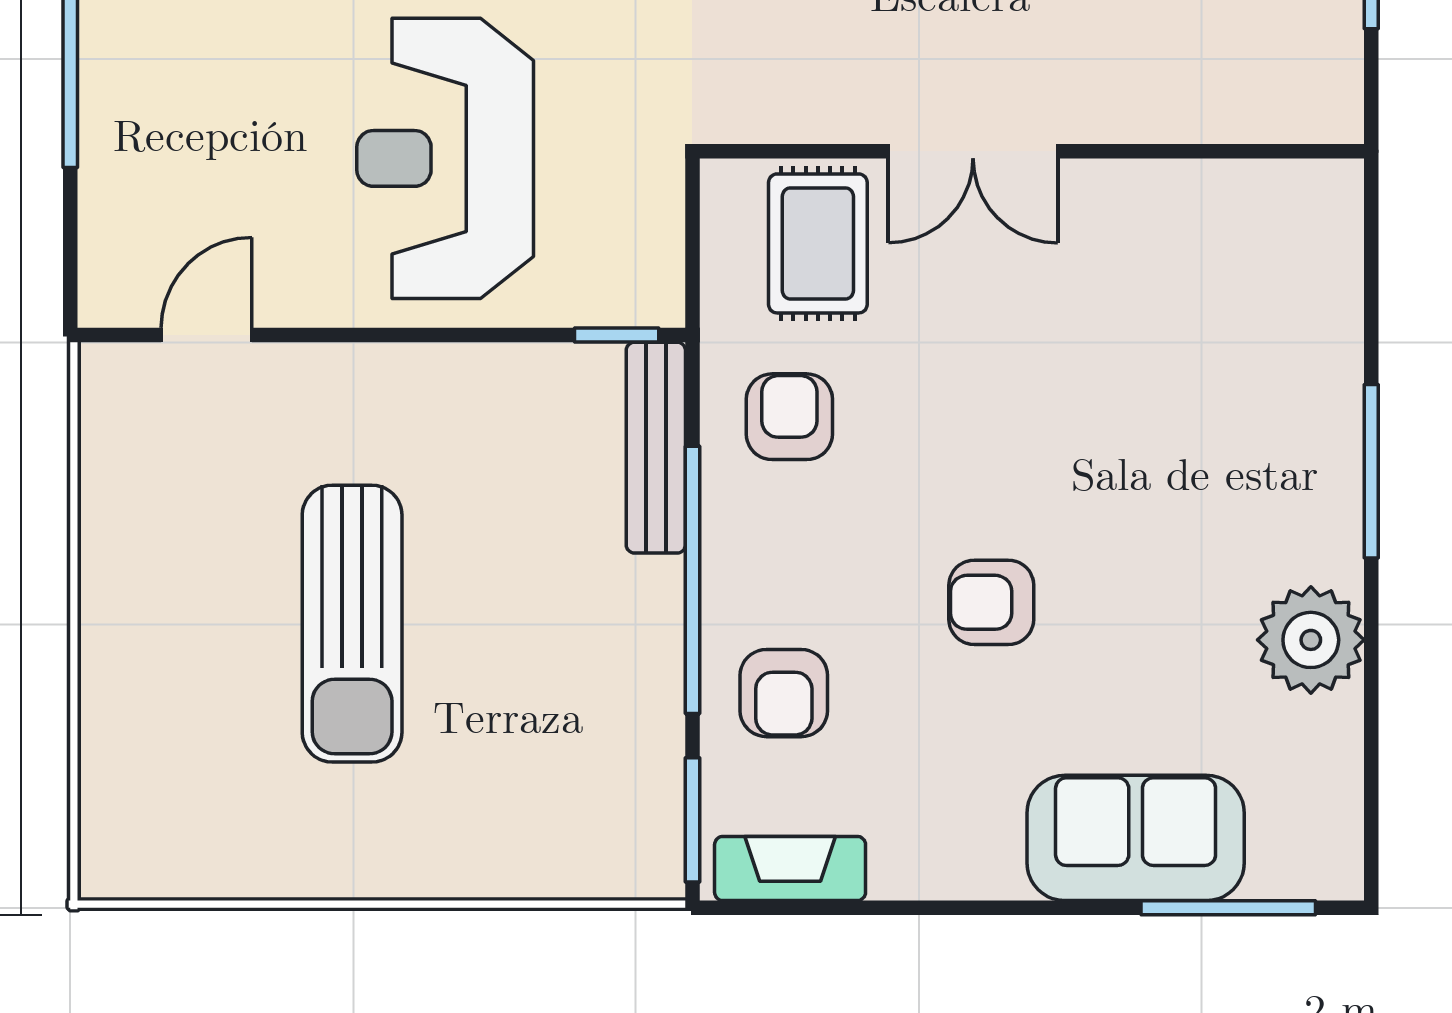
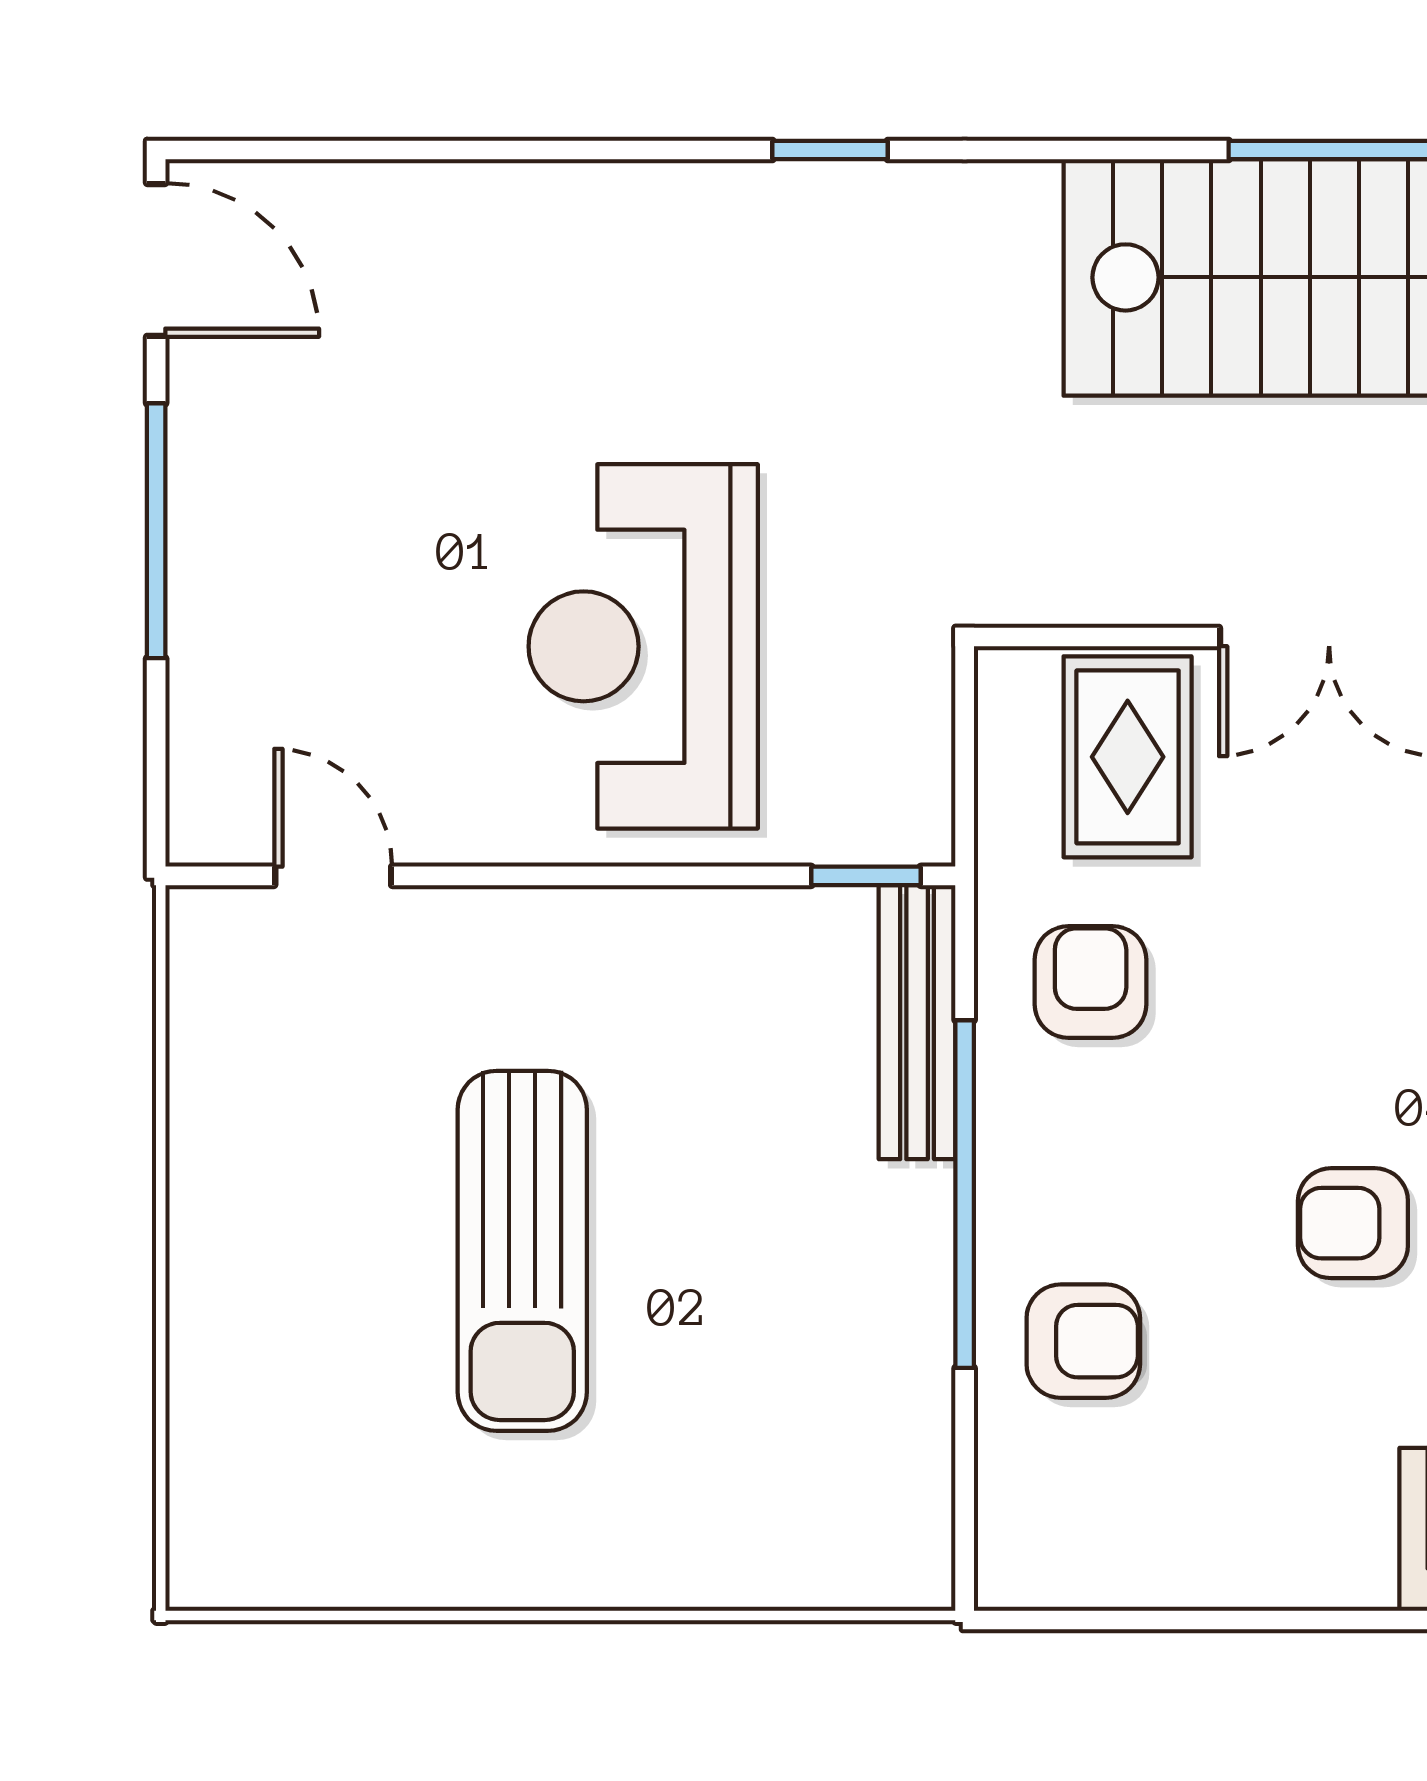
door: (207, 335) -> (333, 876), hinge flipped
armchair: (784, 693) -> (1083, 1341), turned -90
window: (692, 820) -> (965, 1506), removed
fireplace: (790, 868) -> (1091, 1569), removed

